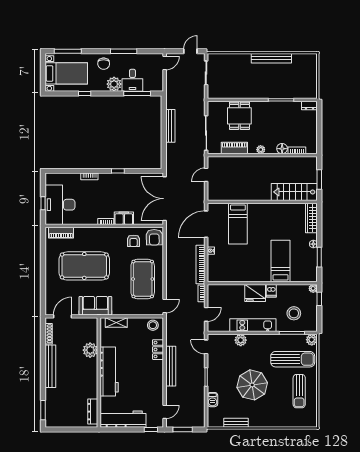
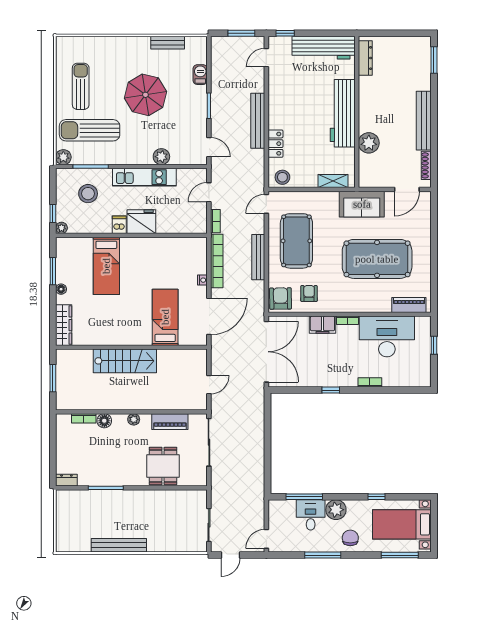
bench: (170, 126) -> (258, 257), moved
stairs: (294, 192) -> (125, 361), moved
desk: (60, 205) -> (387, 336), moved, turned -90

